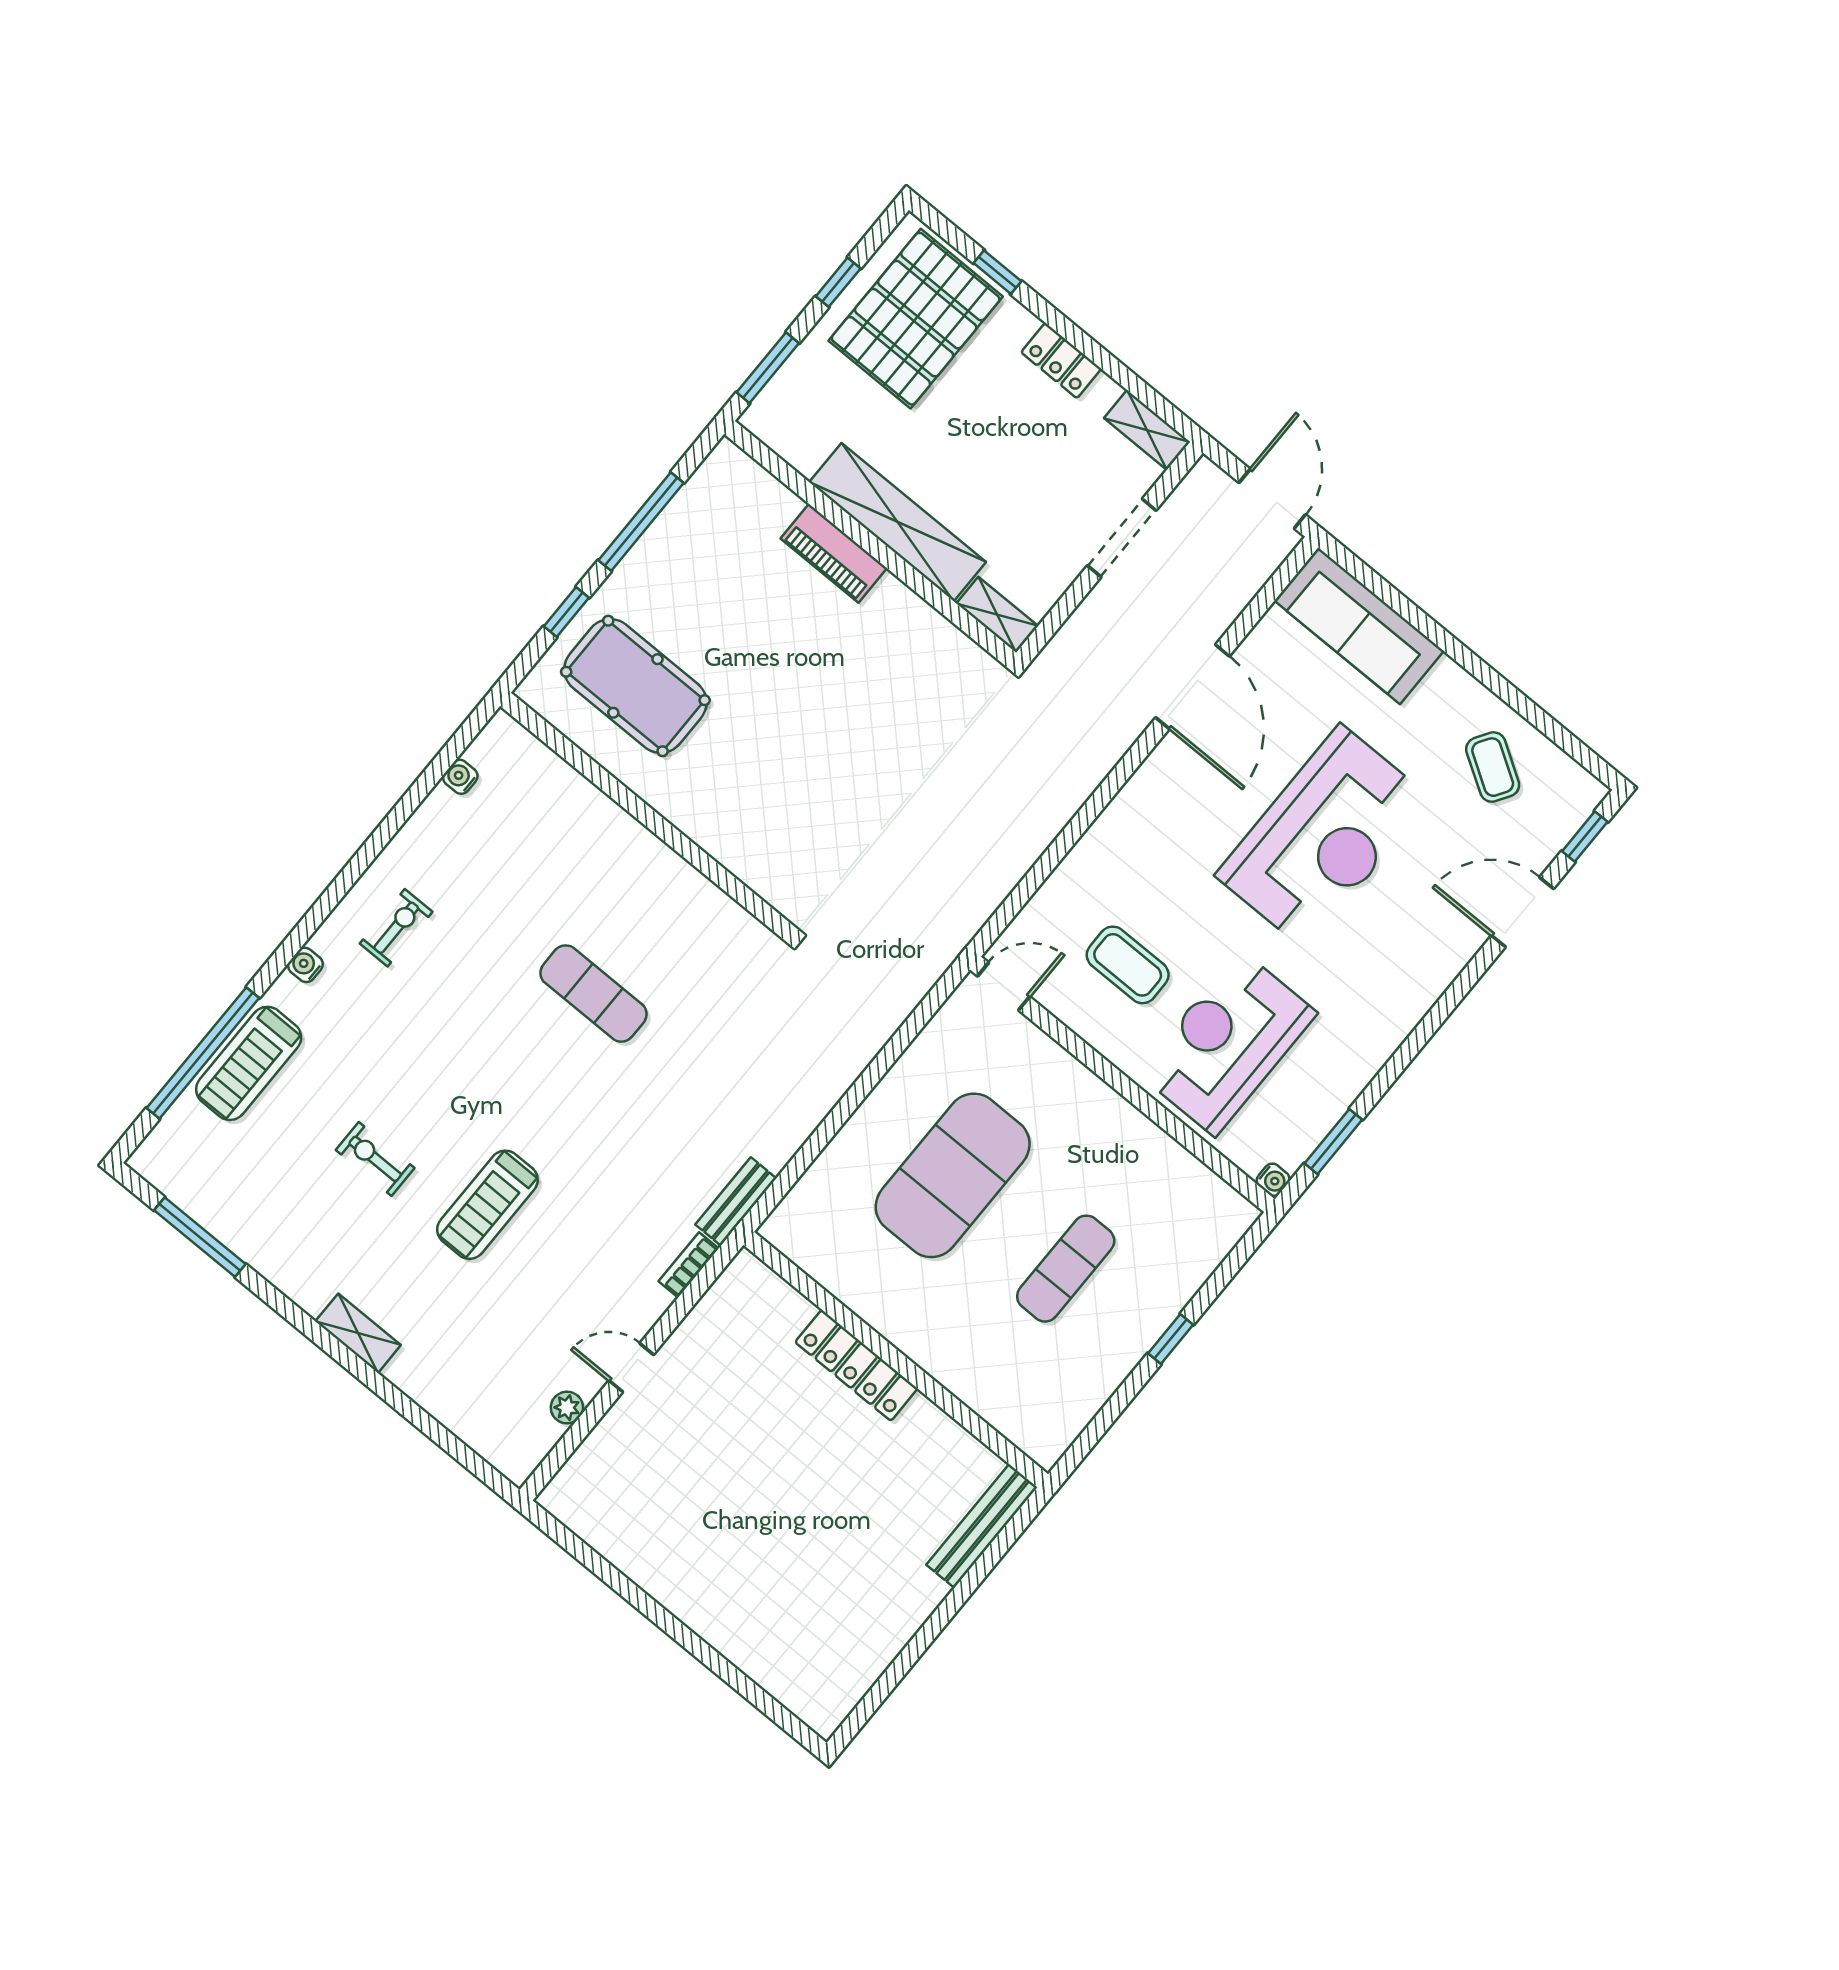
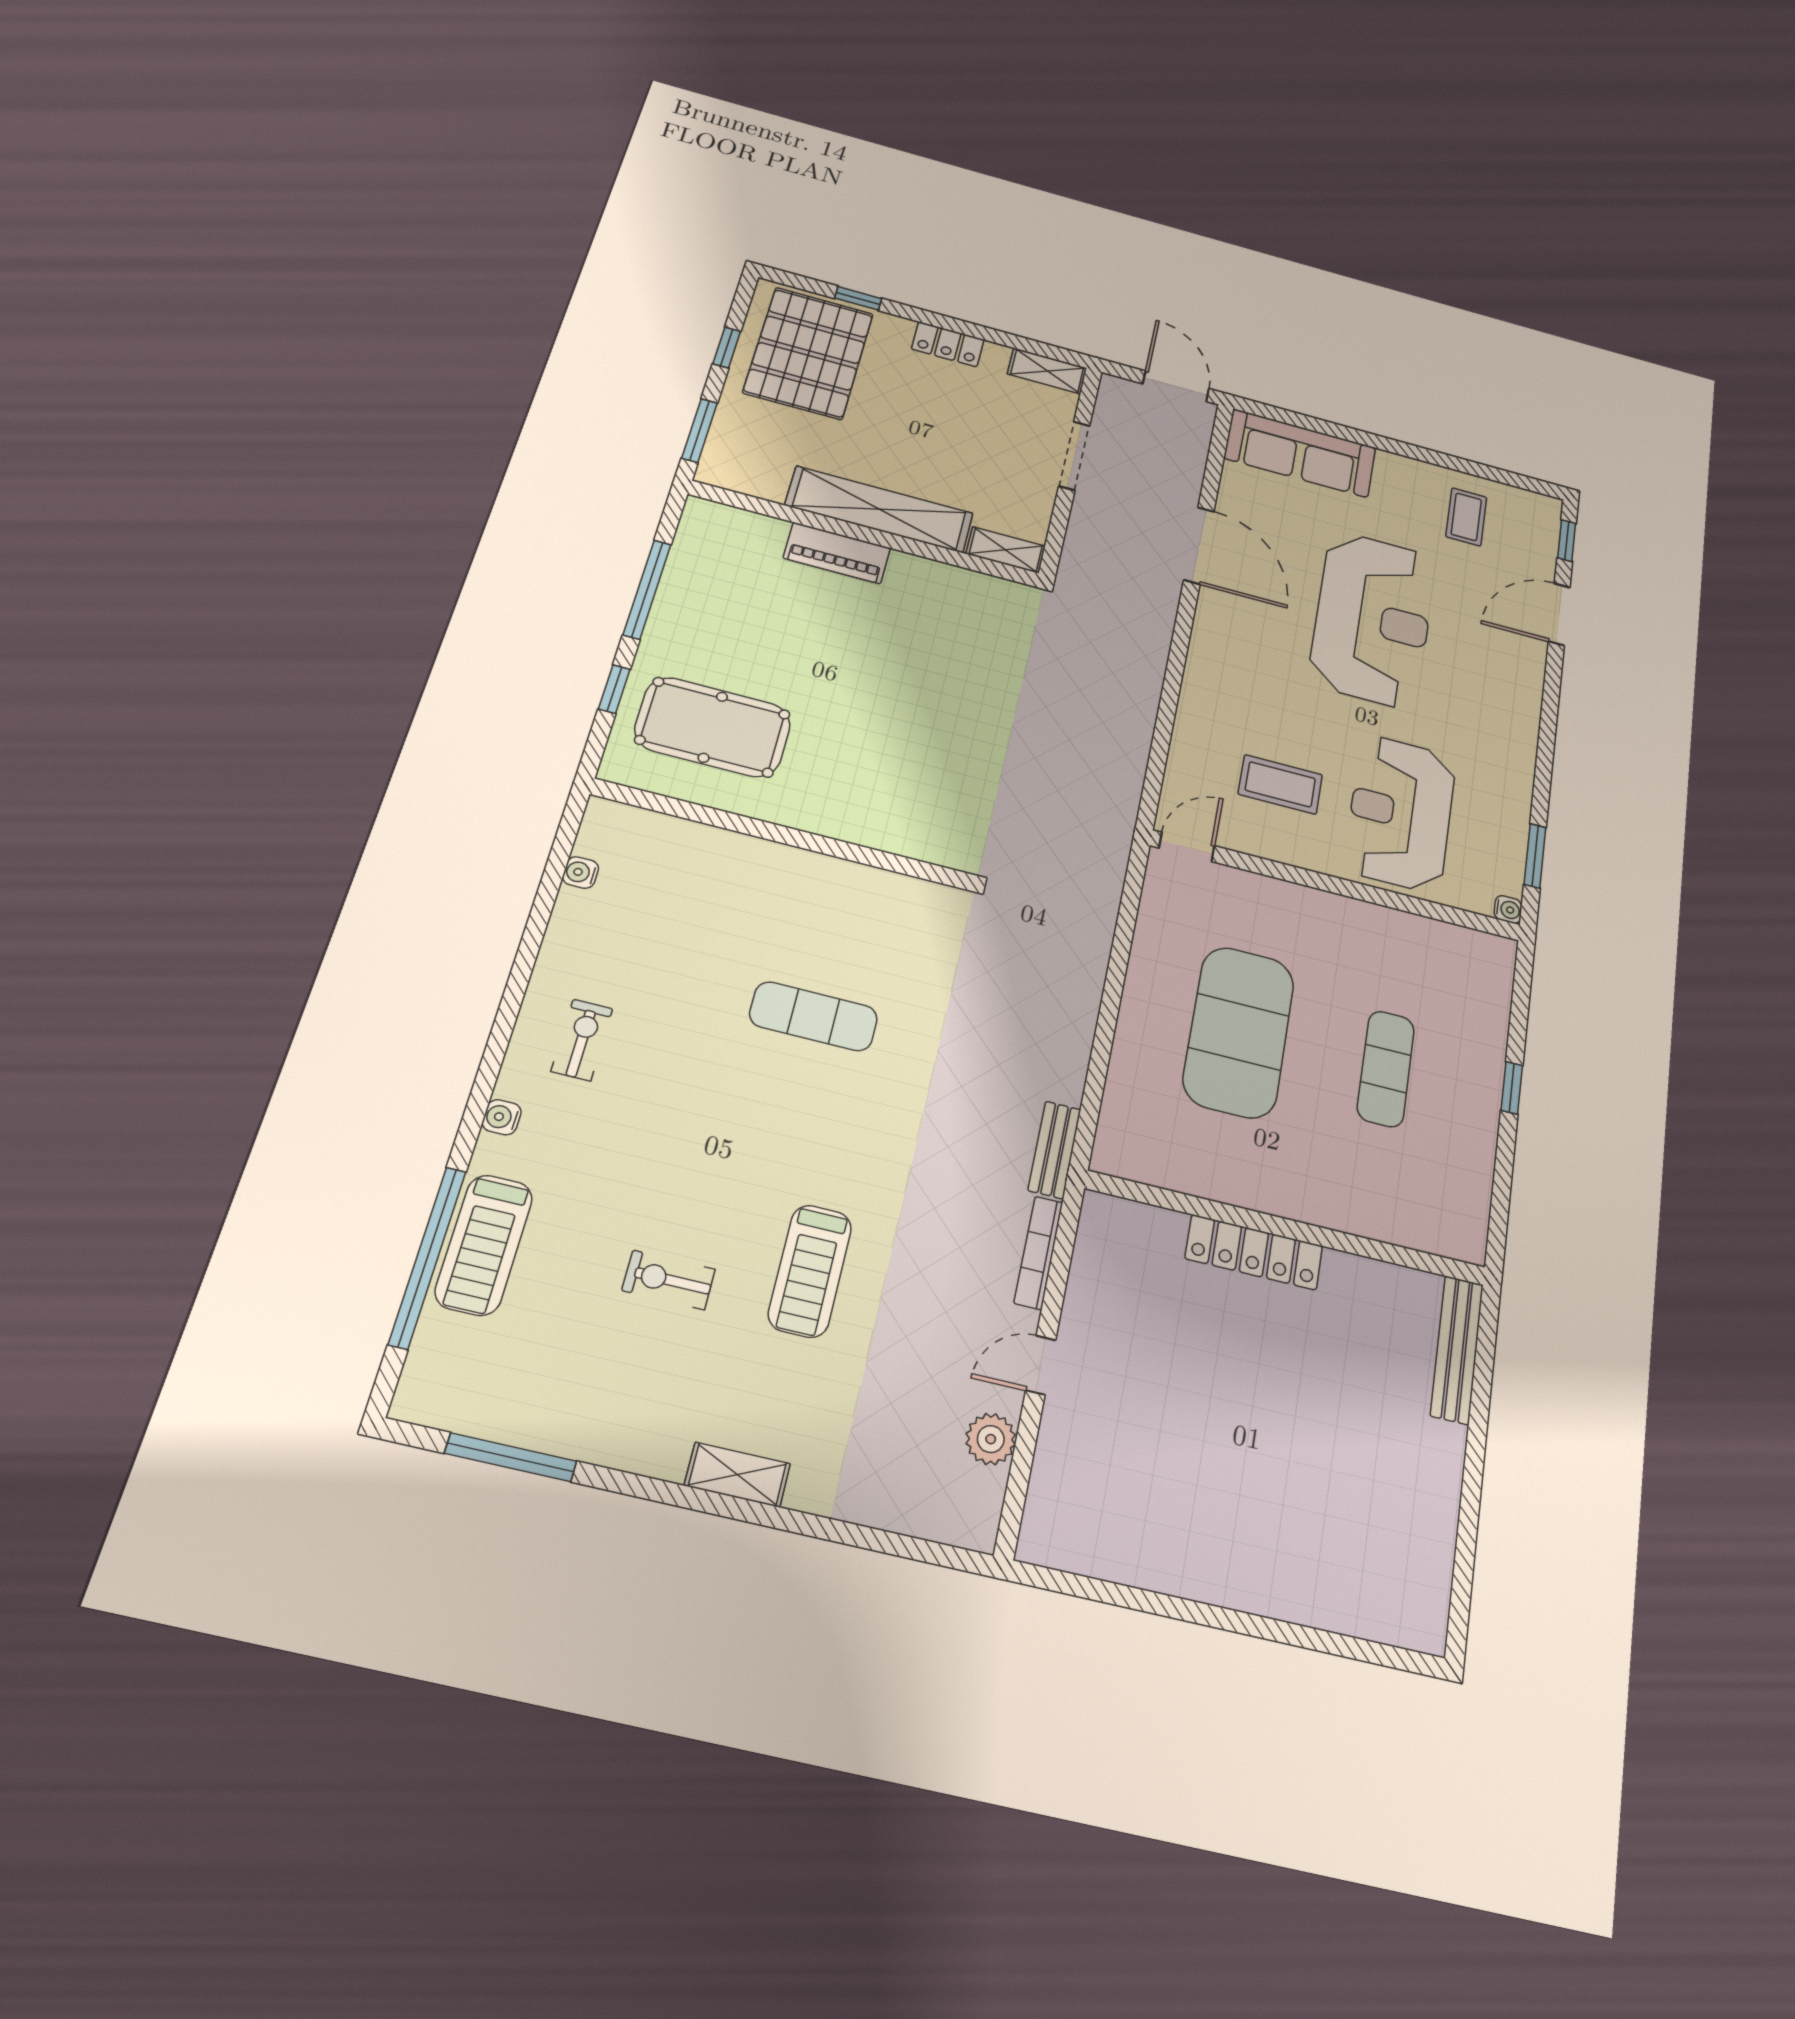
coffee table: (1493, 767) -> (1466, 517), turned 58
bookcase: (689, 1265) -> (1038, 1253), width x1.56
plant: (567, 1408) -> (991, 1439), width x1.38, depth x1.38

